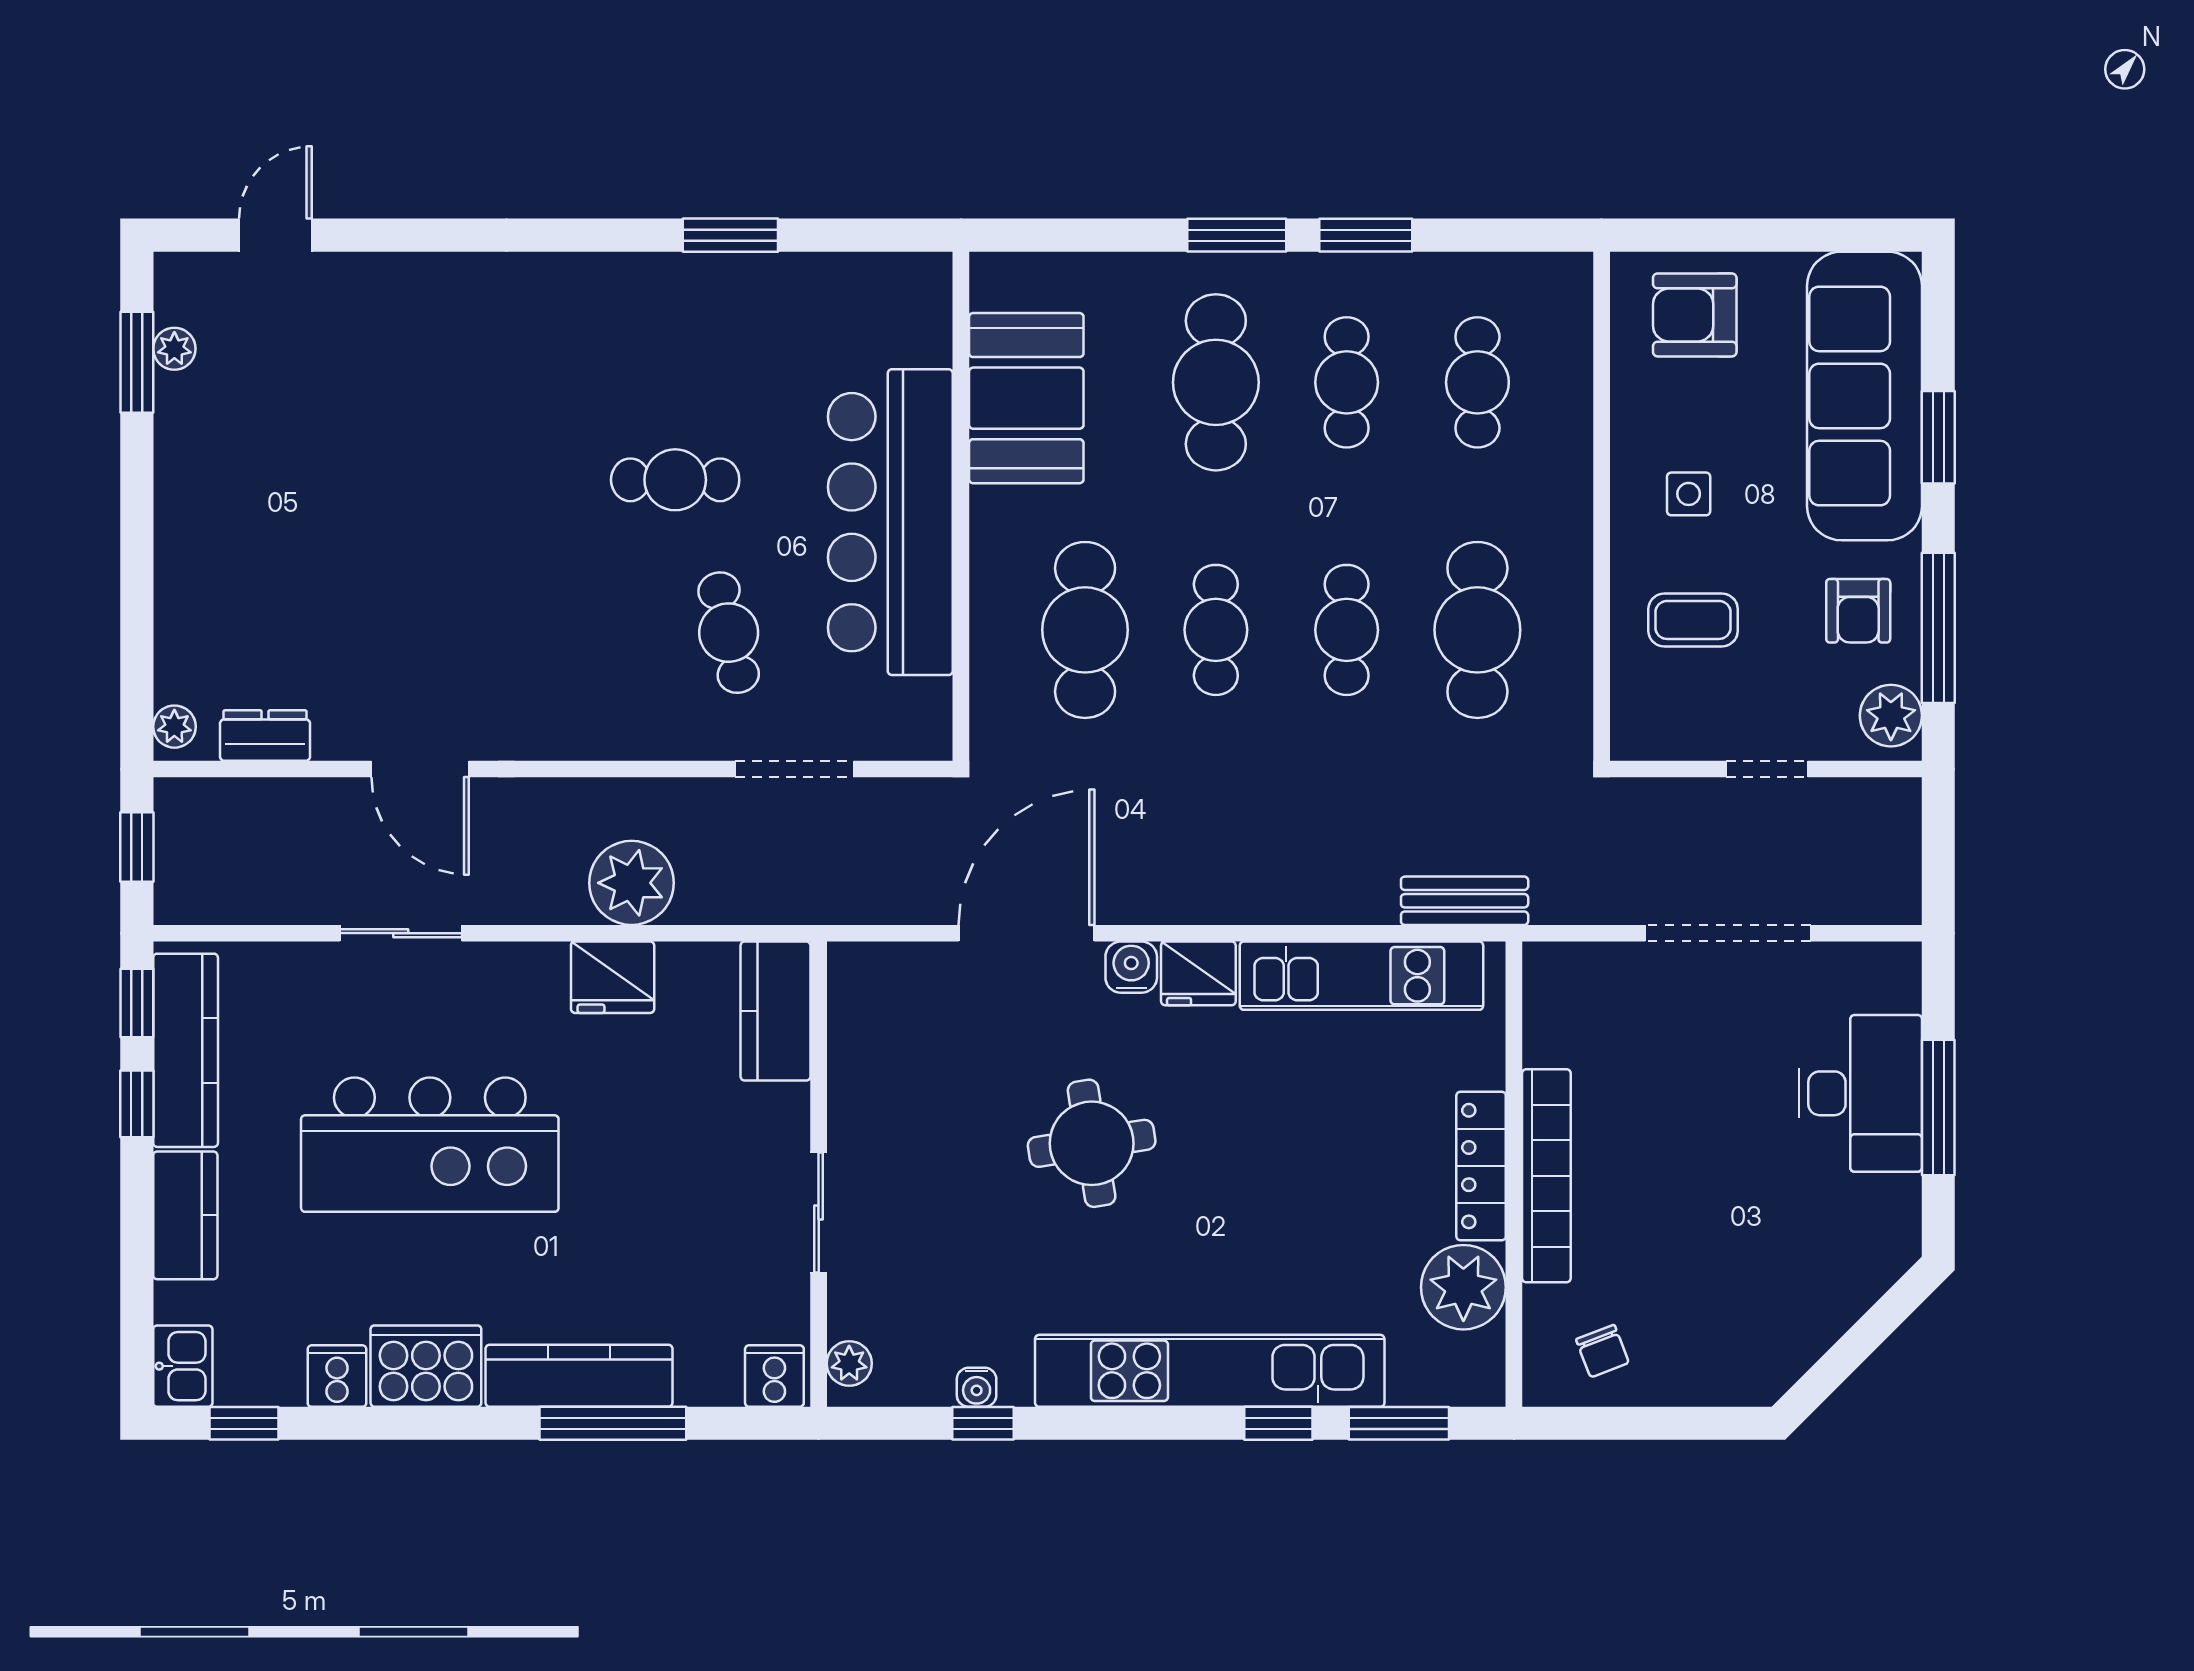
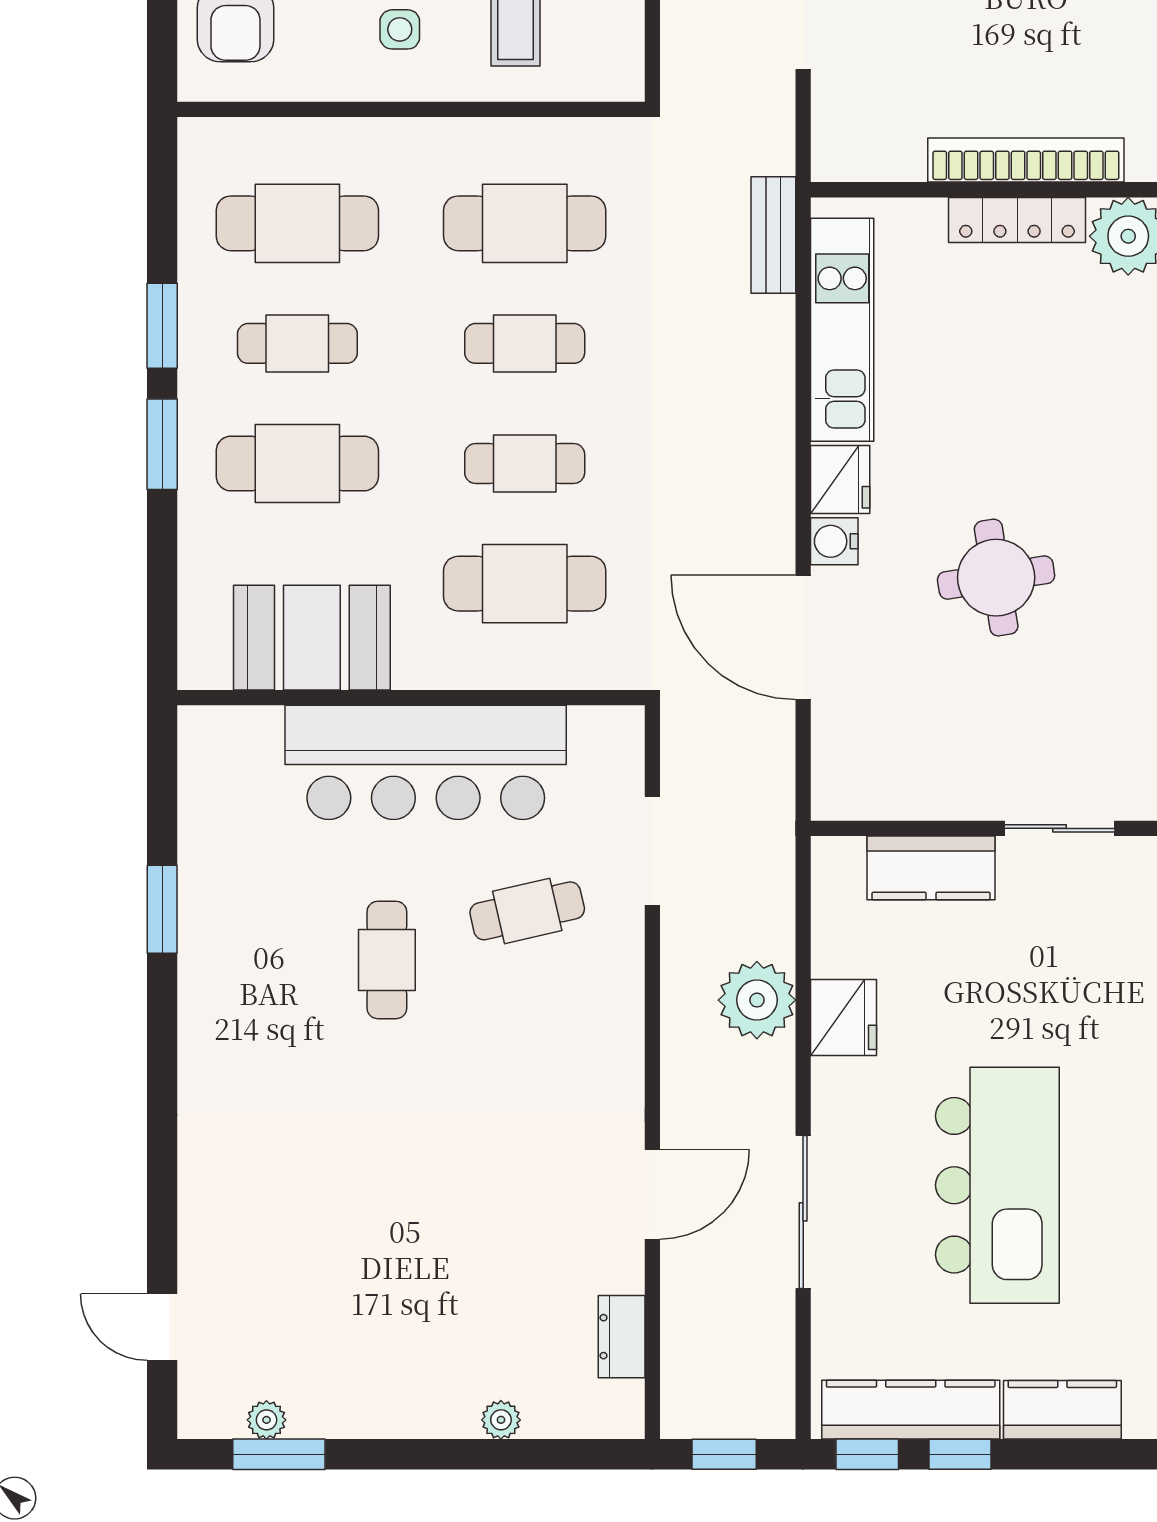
cafe table: (1477, 382) -> (297, 223), width x1.37, depth x1.35
plant: (174, 727) -> (501, 1420), moved
sliding door: (401, 933) -> (803, 1212), width x1.37
kitchen counter: (776, 1011) -> (931, 868), moved

